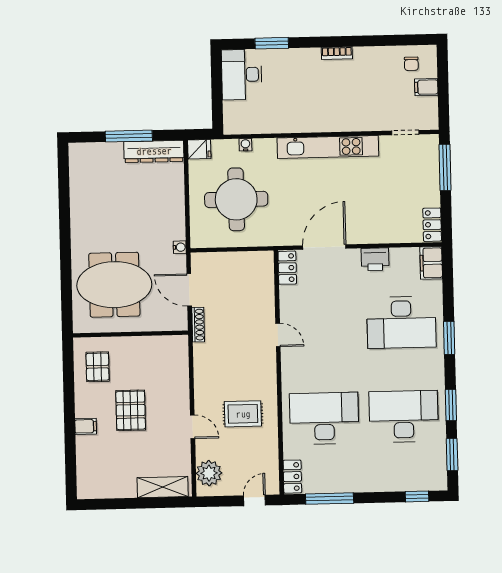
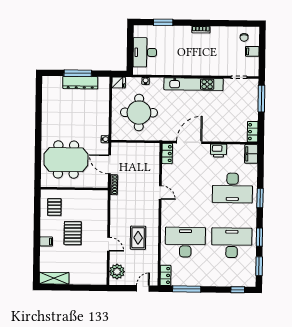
desk: (242, 75) -> (145, 52), moved
dresser: (154, 151) -> (80, 83), moved
rug: (243, 414) -> (138, 238), turned 90
shelving: (163, 487) -> (54, 278), moved

